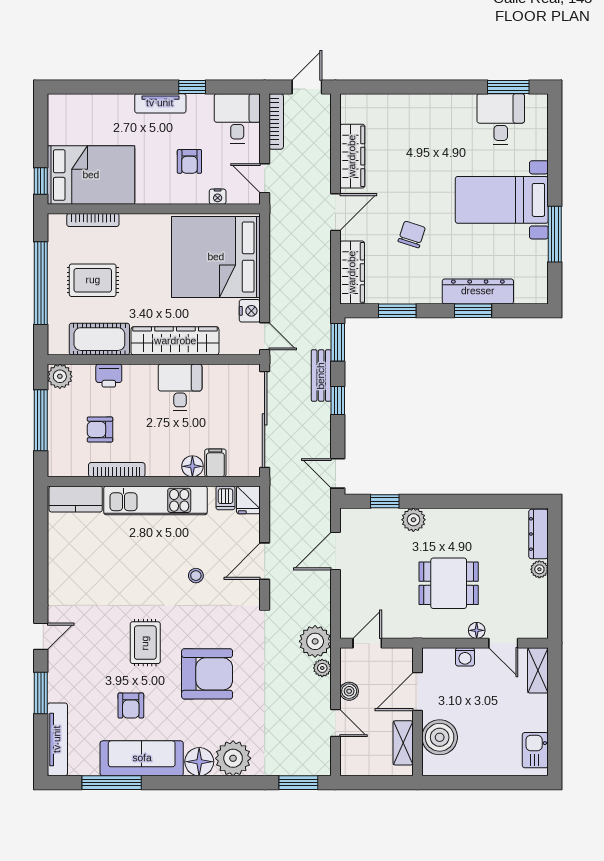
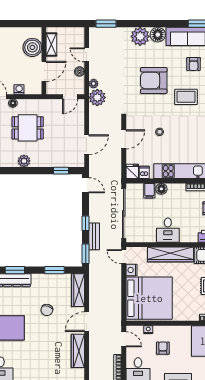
plant: (413, 520) -> (24, 161), moved
rug: (145, 643) -> (186, 97), turned 90
armchair: (131, 705) -> (194, 64), turned 180

